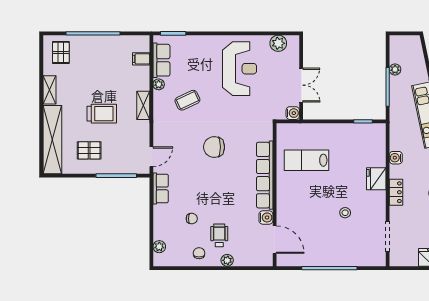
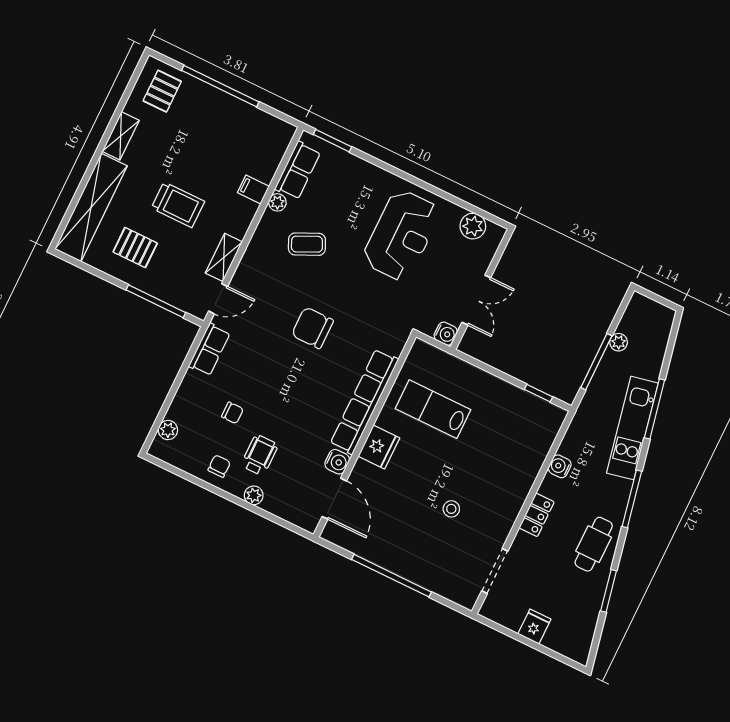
filing cabinet: (141, 59) -> (253, 189), moved
shelving: (143, 105) -> (224, 257), moved
fridge: (376, 179) -> (379, 447), moved, turned 180

